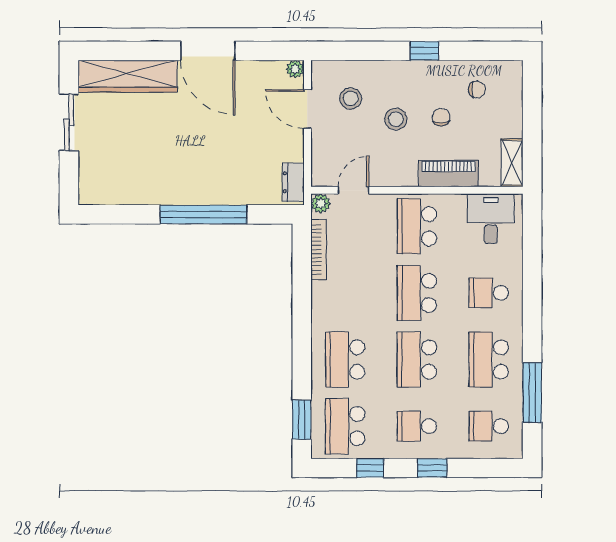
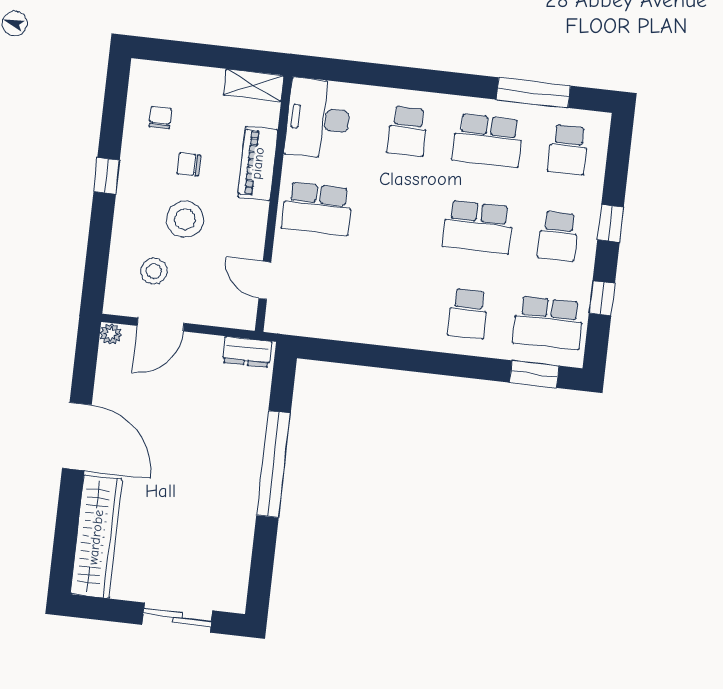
door: (208, 51) -> (77, 437), hinge flipped
stool: (396, 119) -> (185, 219), width x1.38, depth x1.38
sliding door: (69, 122) -> (177, 618), moved
plant: (321, 203) -> (276, 322), removed
desk: (491, 219) -> (318, 119), width x1.37
bookcase: (319, 249) -> (332, 330), removed
school desk: (417, 293) -> (397, 218), removed
school desk: (345, 360) -> (468, 313), width x0.54

